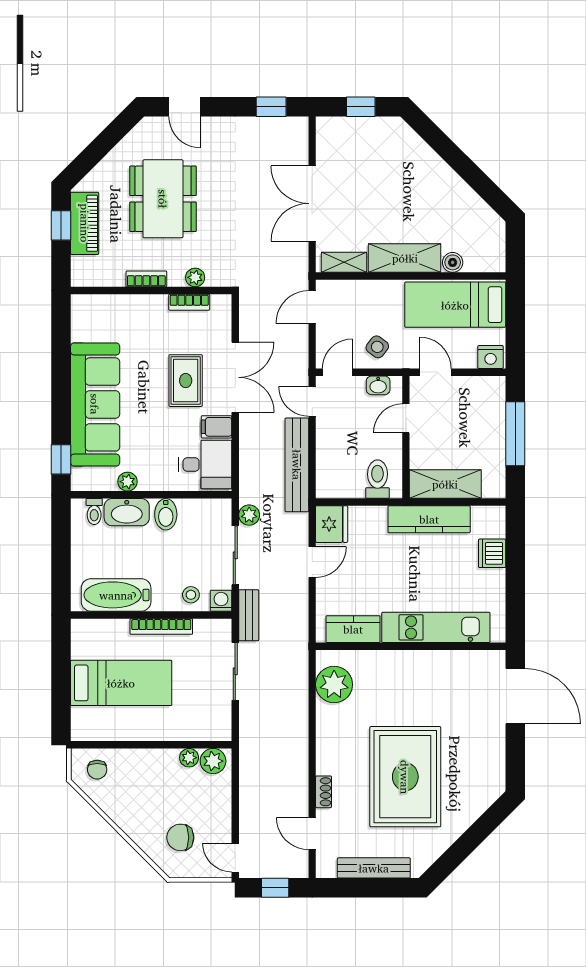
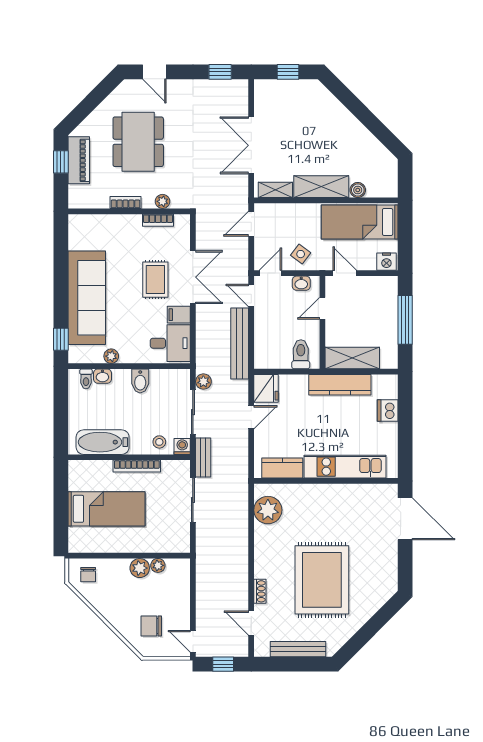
washbasin: (127, 512) -> (102, 376), width x0.52, depth x0.69
plant: (213, 761) -> (140, 568), moved

